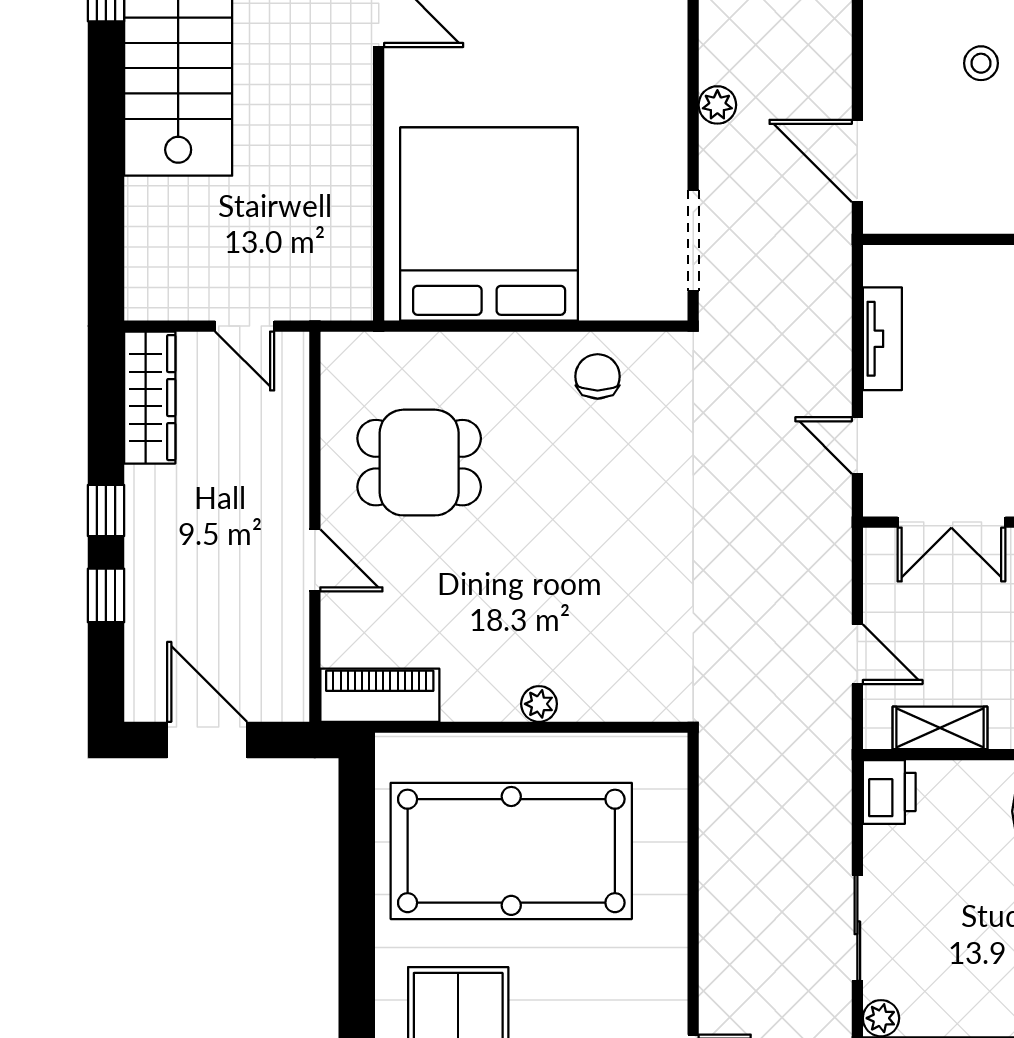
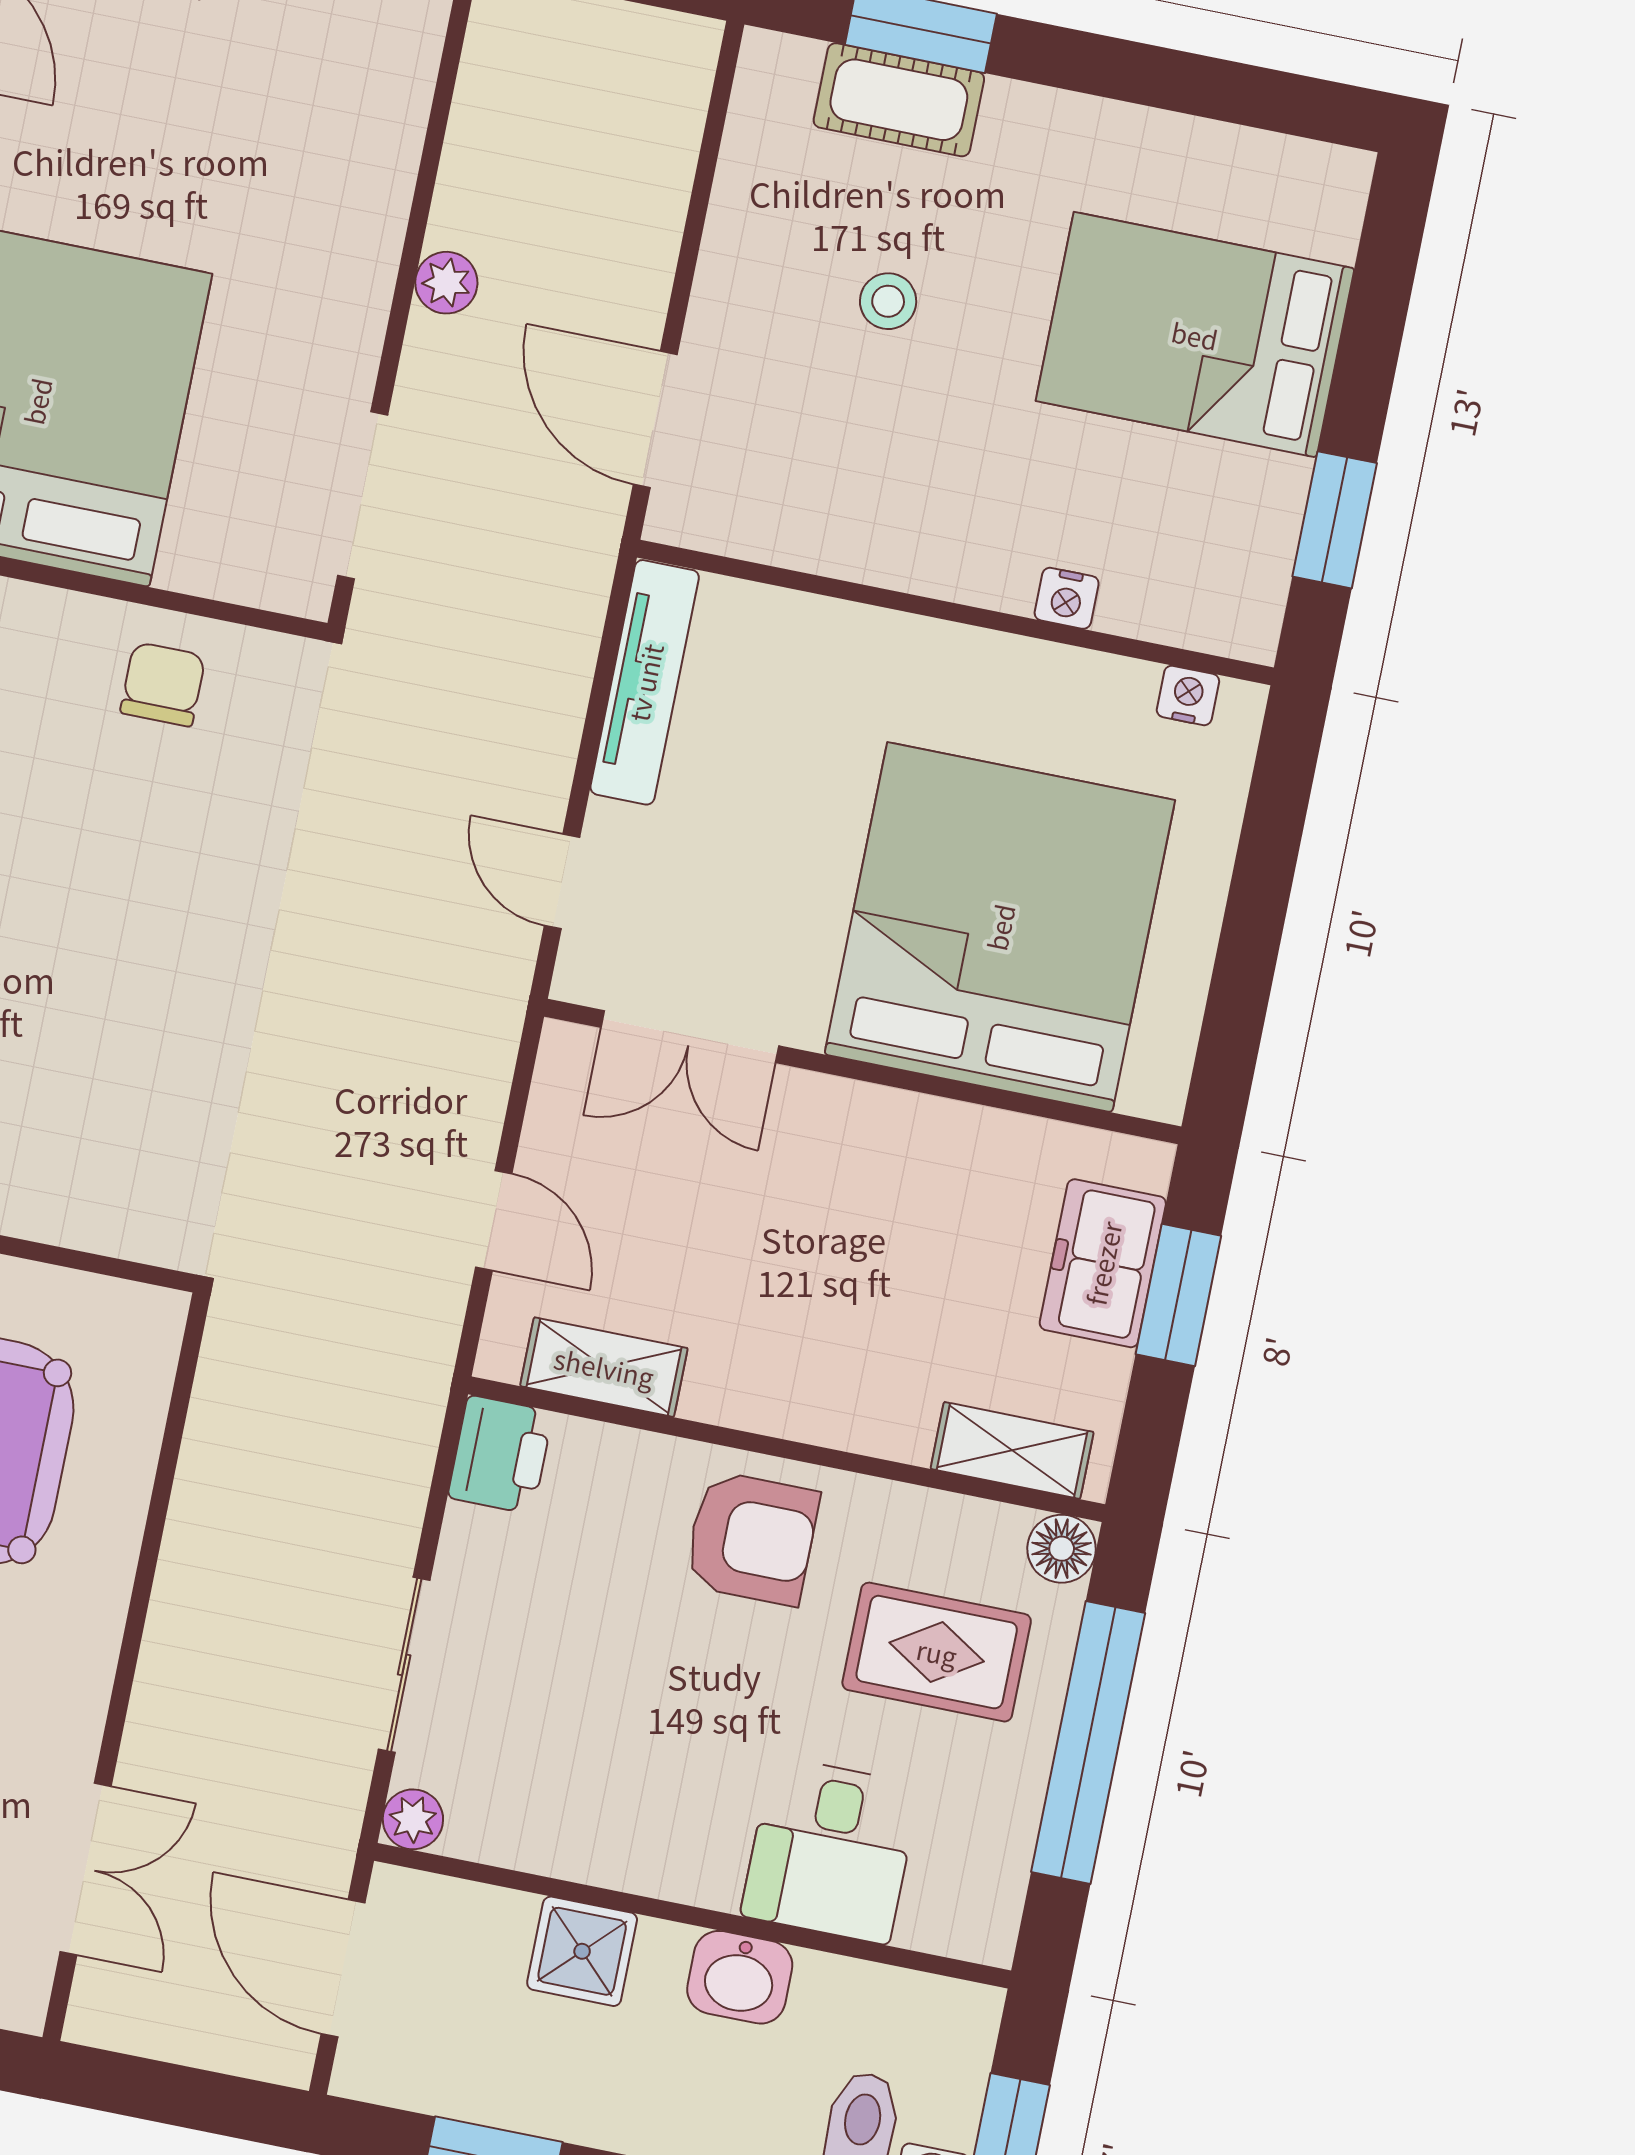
tv unit: (882, 339) -> (645, 682), width x1.41

